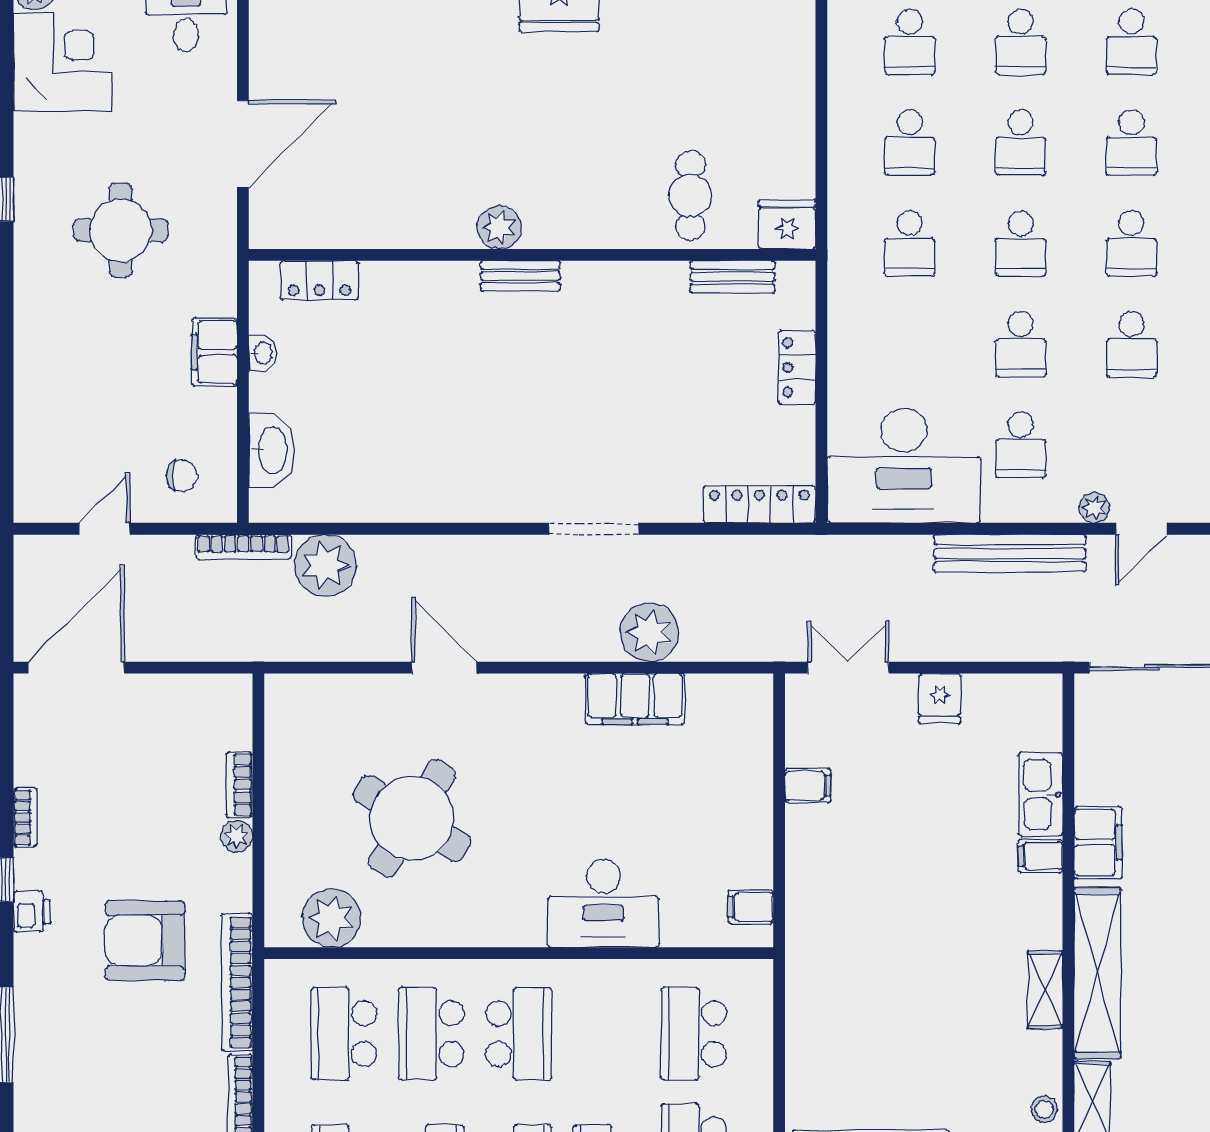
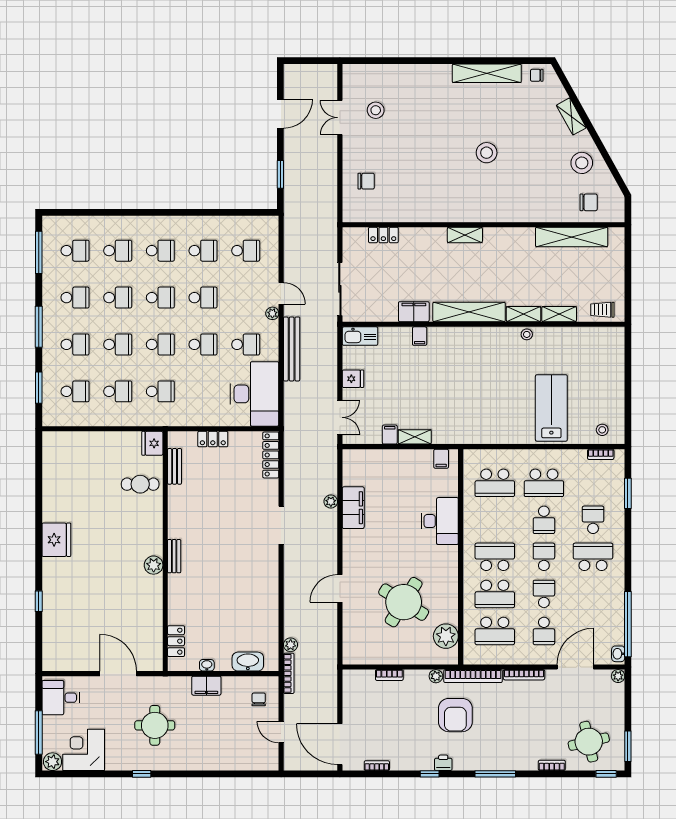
plant: (325, 565) -> (291, 645), width x0.53, depth x0.53
plant: (649, 632) -> (331, 502), width x0.53, depth x0.53
double door: (848, 668) -> (340, 417), swing flipped
kitchen sink: (1040, 794) -> (360, 336), moved
bookcase: (25, 818) -> (377, 766), moved
plant: (237, 836) -> (436, 676), moved
shelving: (1045, 990) -> (415, 437), moved

